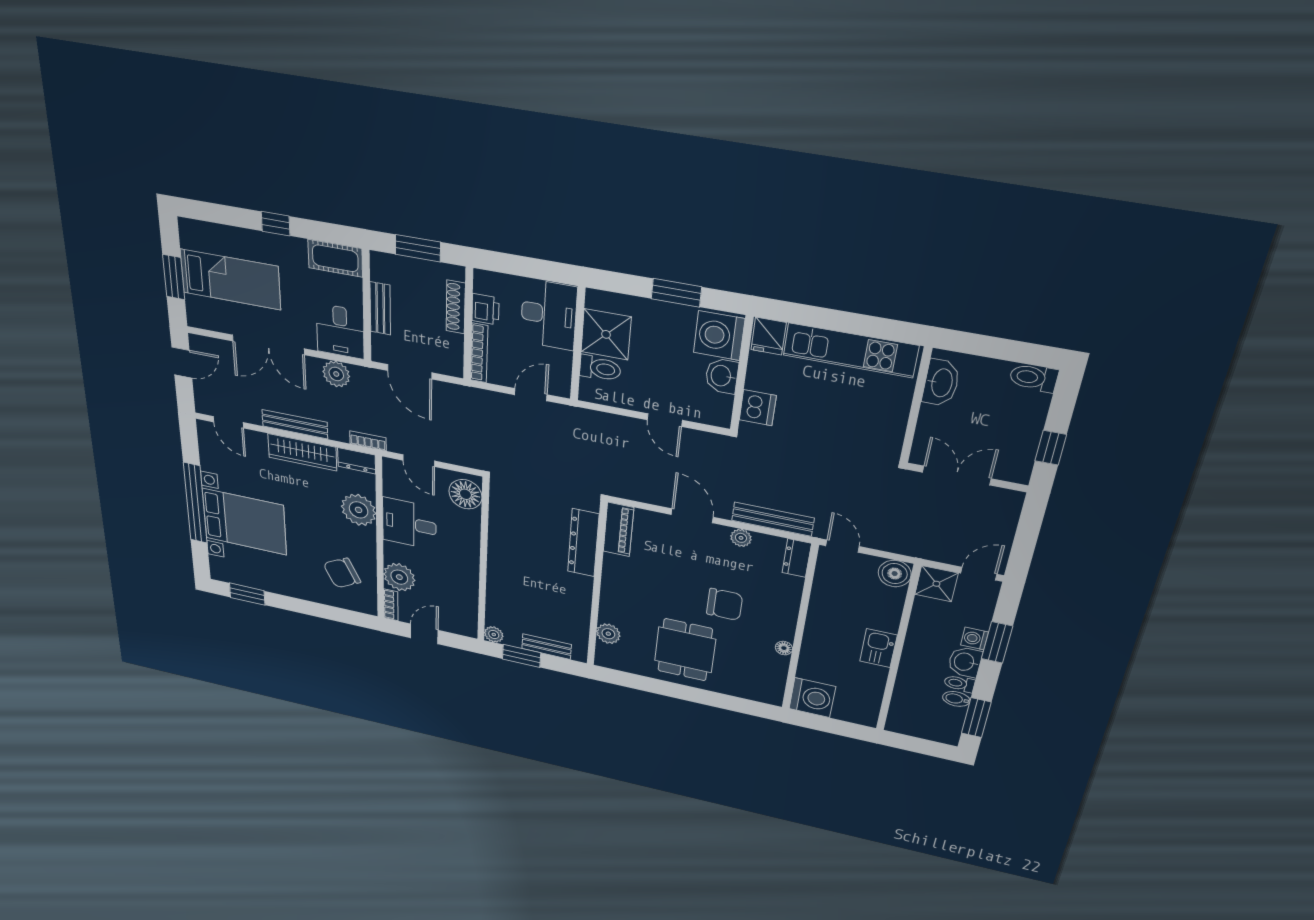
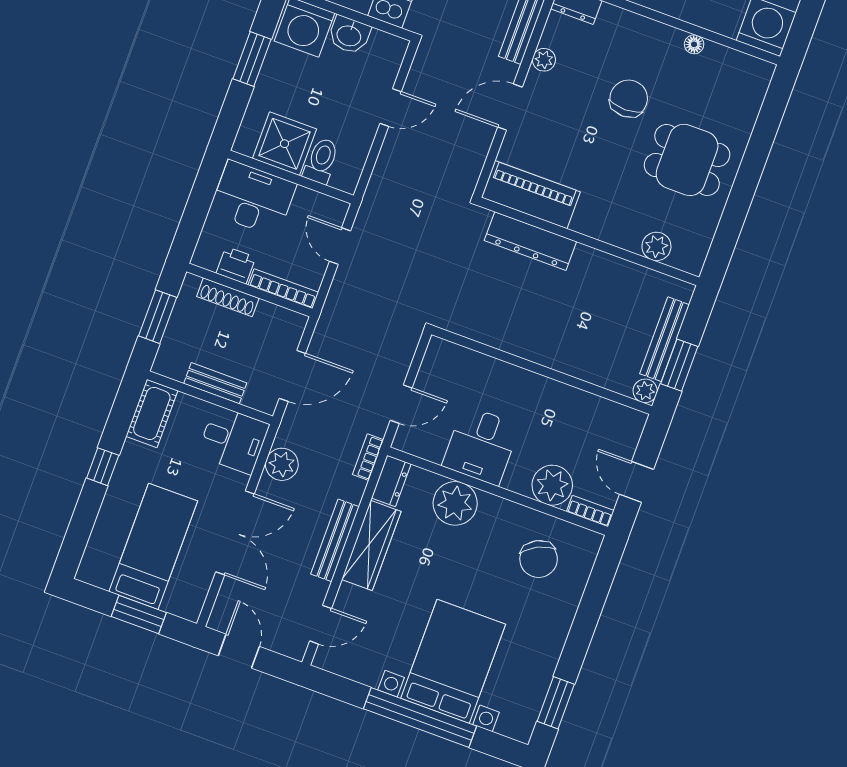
floor lamp: (465, 494) -> (451, 362), removed
piano: (618, 530) -> (531, 195), width x1.37, depth x1.33
bench: (547, 647) -> (665, 339), width x1.36

